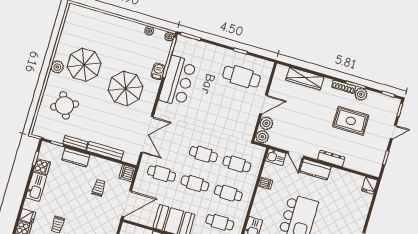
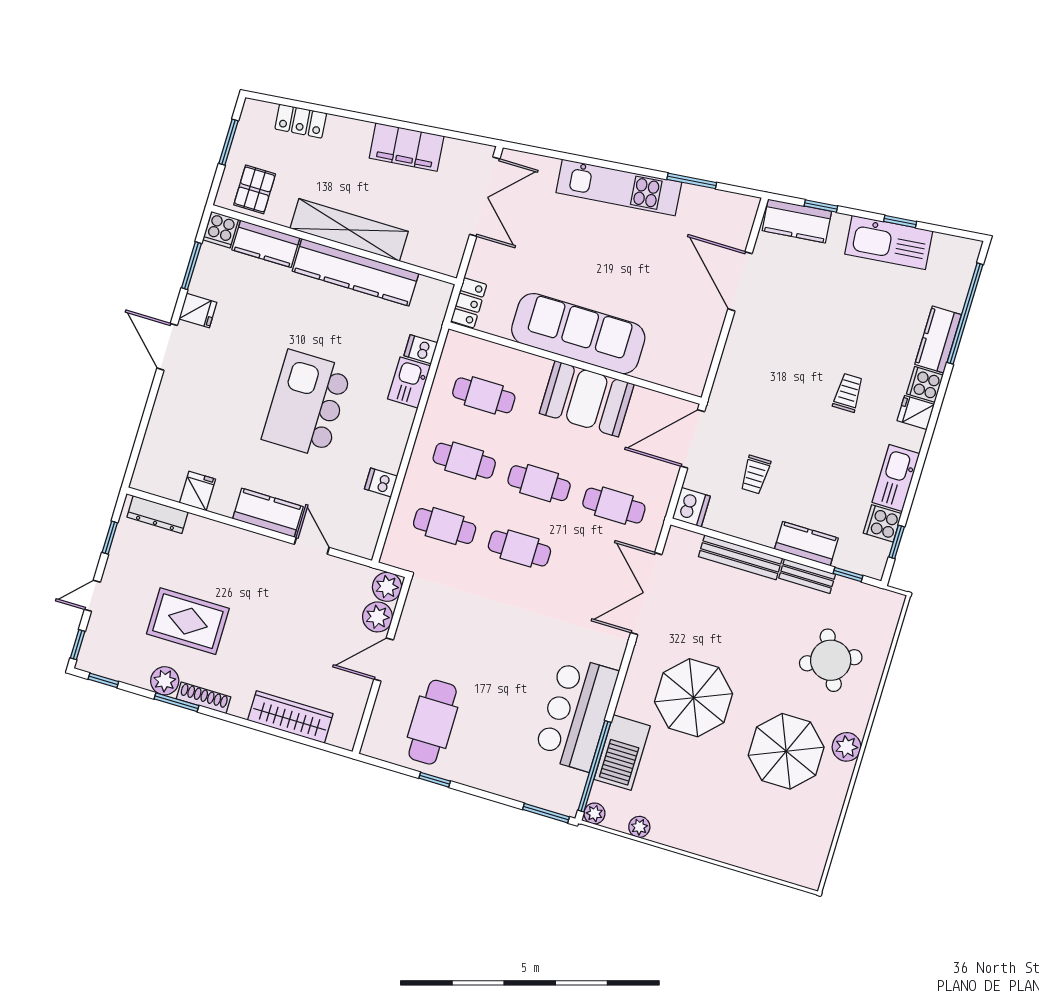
barbecue: (158, 71) -> (622, 753), width x1.88, depth x1.53
cafe table: (242, 77) -> (433, 722), turned 90
kitchen sink: (276, 157) -> (357, 541), removed
dresser: (331, 158) -> (157, 515), moved
fridge: (370, 185) -> (198, 491), moved

